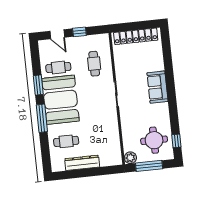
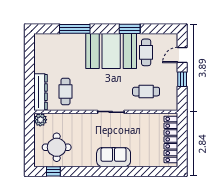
window: (42, 118) -> (75, 29), moved
cafe table: (66, 141) -> (65, 92), moved
dresser: (82, 163) -> (41, 92), moved
window: (149, 166) -> (29, 139), removed

